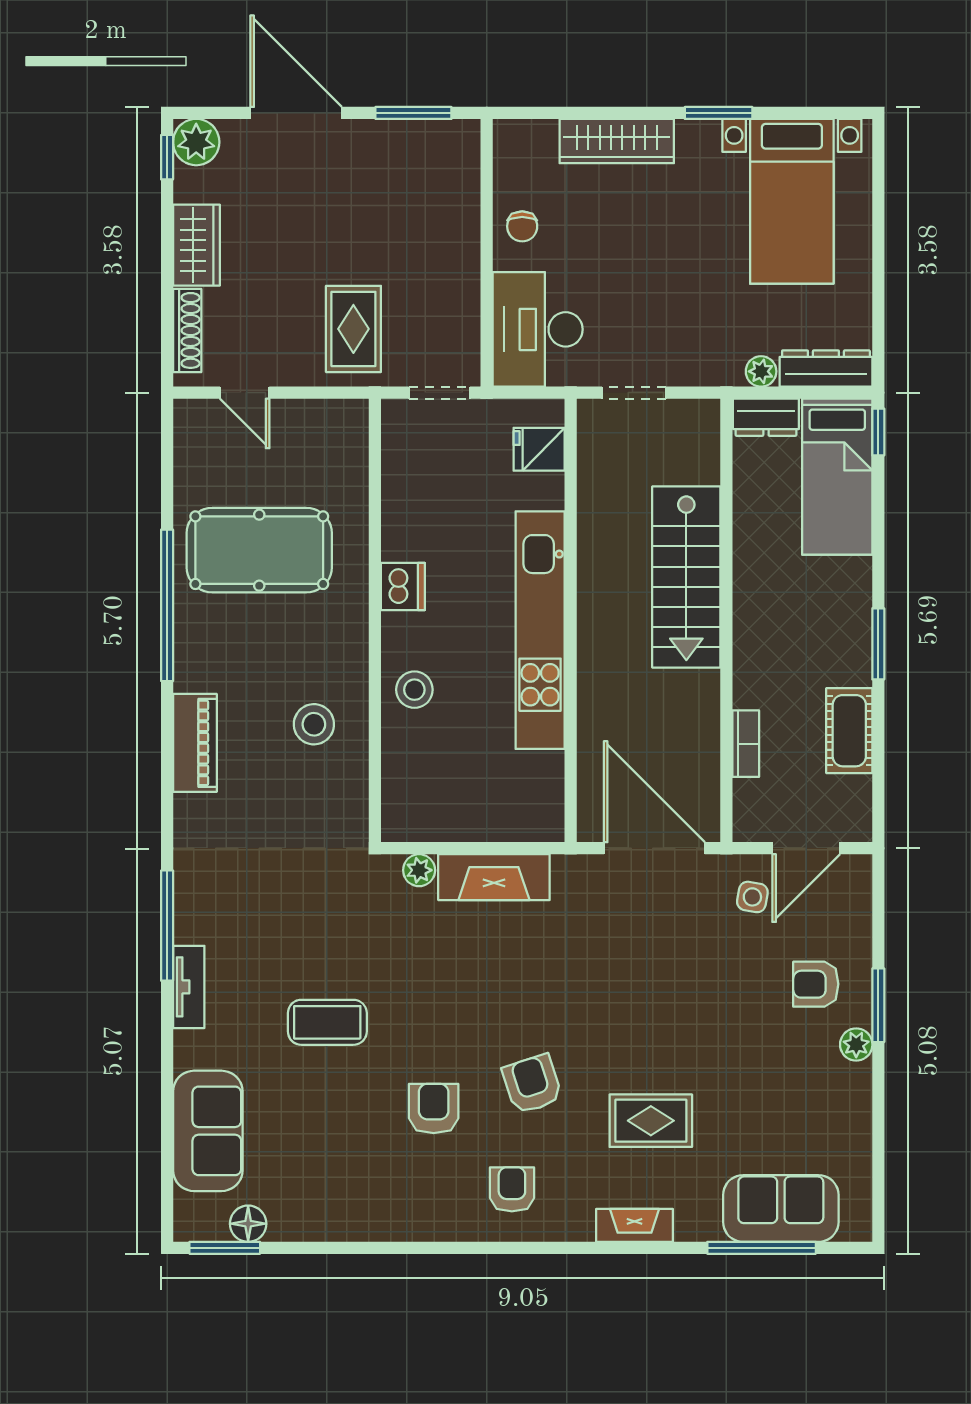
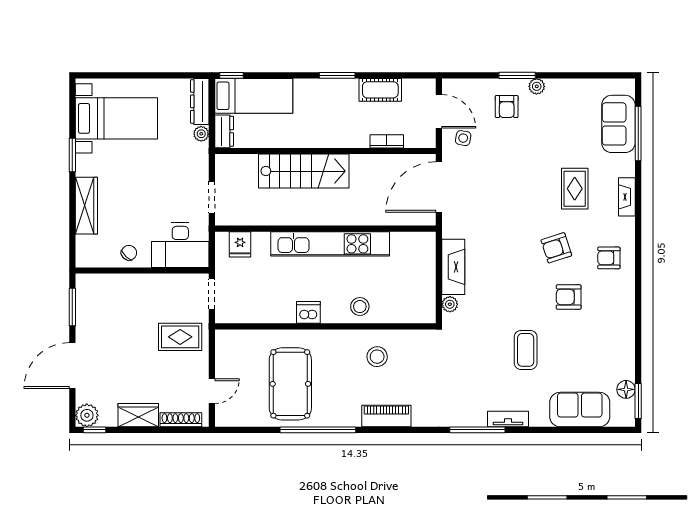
chair: (522, 226) -> (129, 253), turned -46

